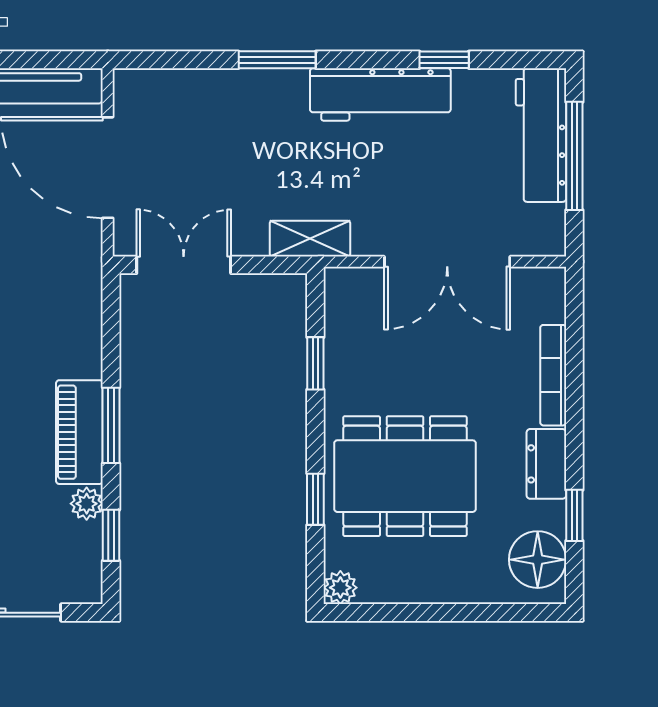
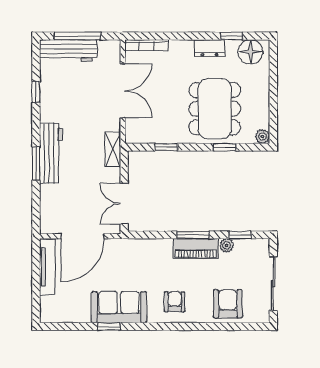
workbench: (380, 94) -> (51, 153), moved
bookcase: (553, 375) -> (146, 45), moved

